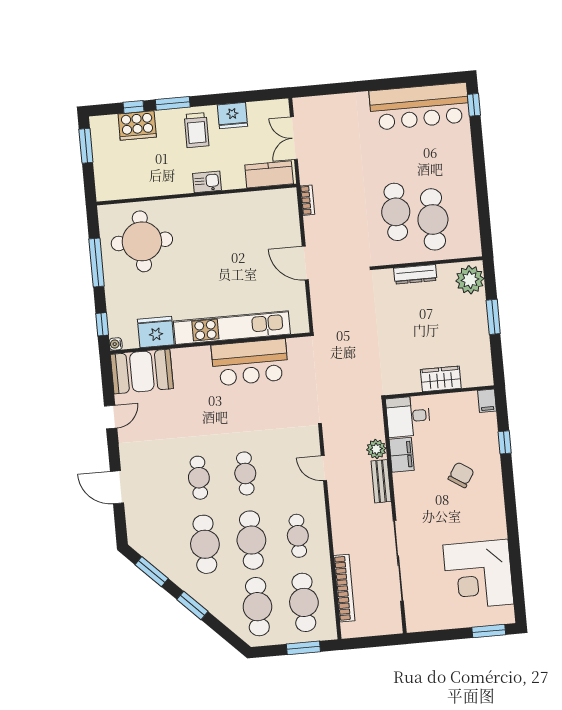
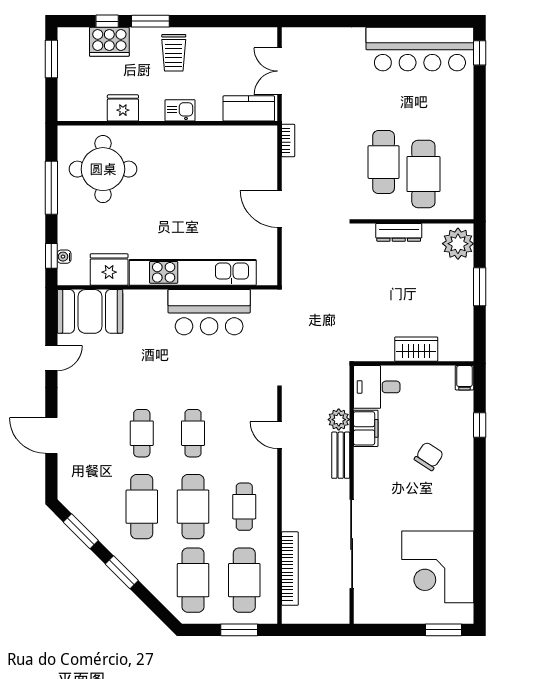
fridge: (232, 116) -> (123, 108), moved, turned 180
water cooler: (116, 344) -> (64, 257), moved

